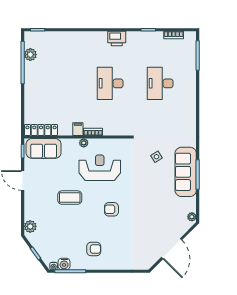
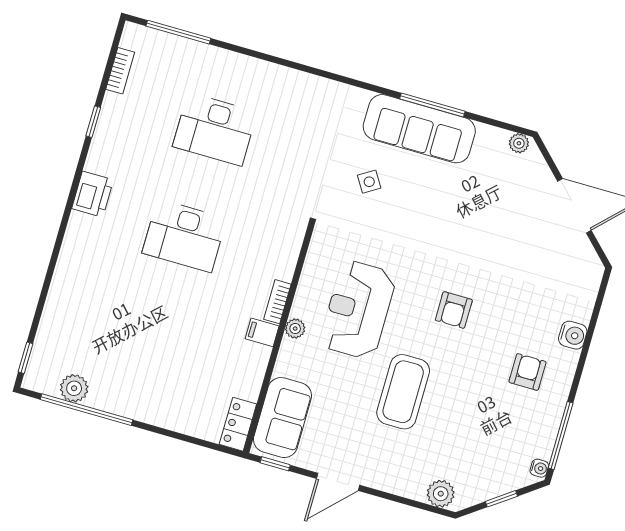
locker: (41, 130) -> (238, 424), width x0.66
coffee table: (70, 198) -> (403, 392), width x1.36, depth x1.32
water cooler: (64, 264) -> (573, 335), moved

